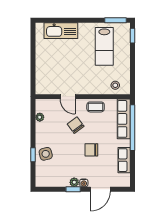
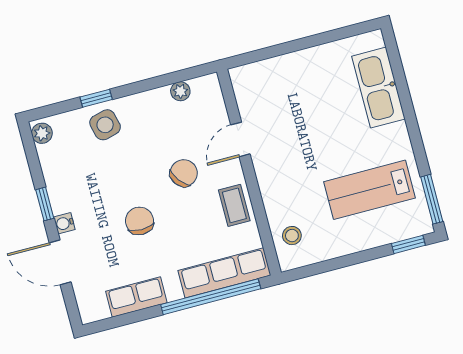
plant: (74, 182) -> (42, 133), moved

